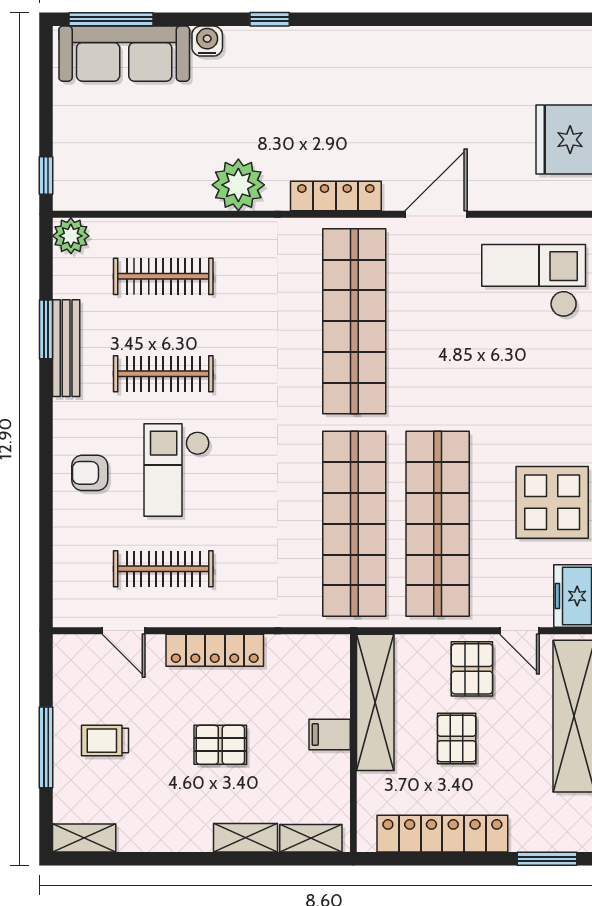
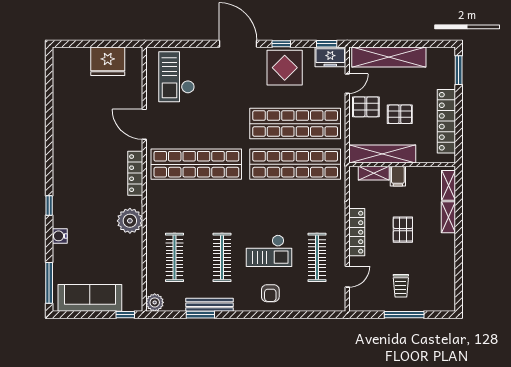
sofa: (124, 54) -> (90, 298), moved, turned -90
shelving: (84, 838) -> (374, 173), moved, turned 90

